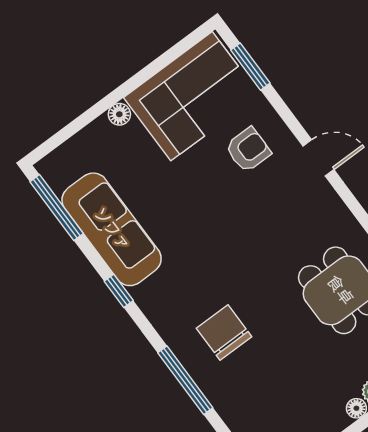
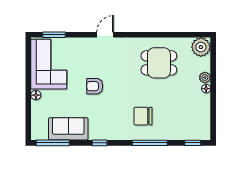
armchair: (248, 150) -> (95, 86), moved, turned -90
sofa: (112, 229) -> (68, 129), width x0.73

